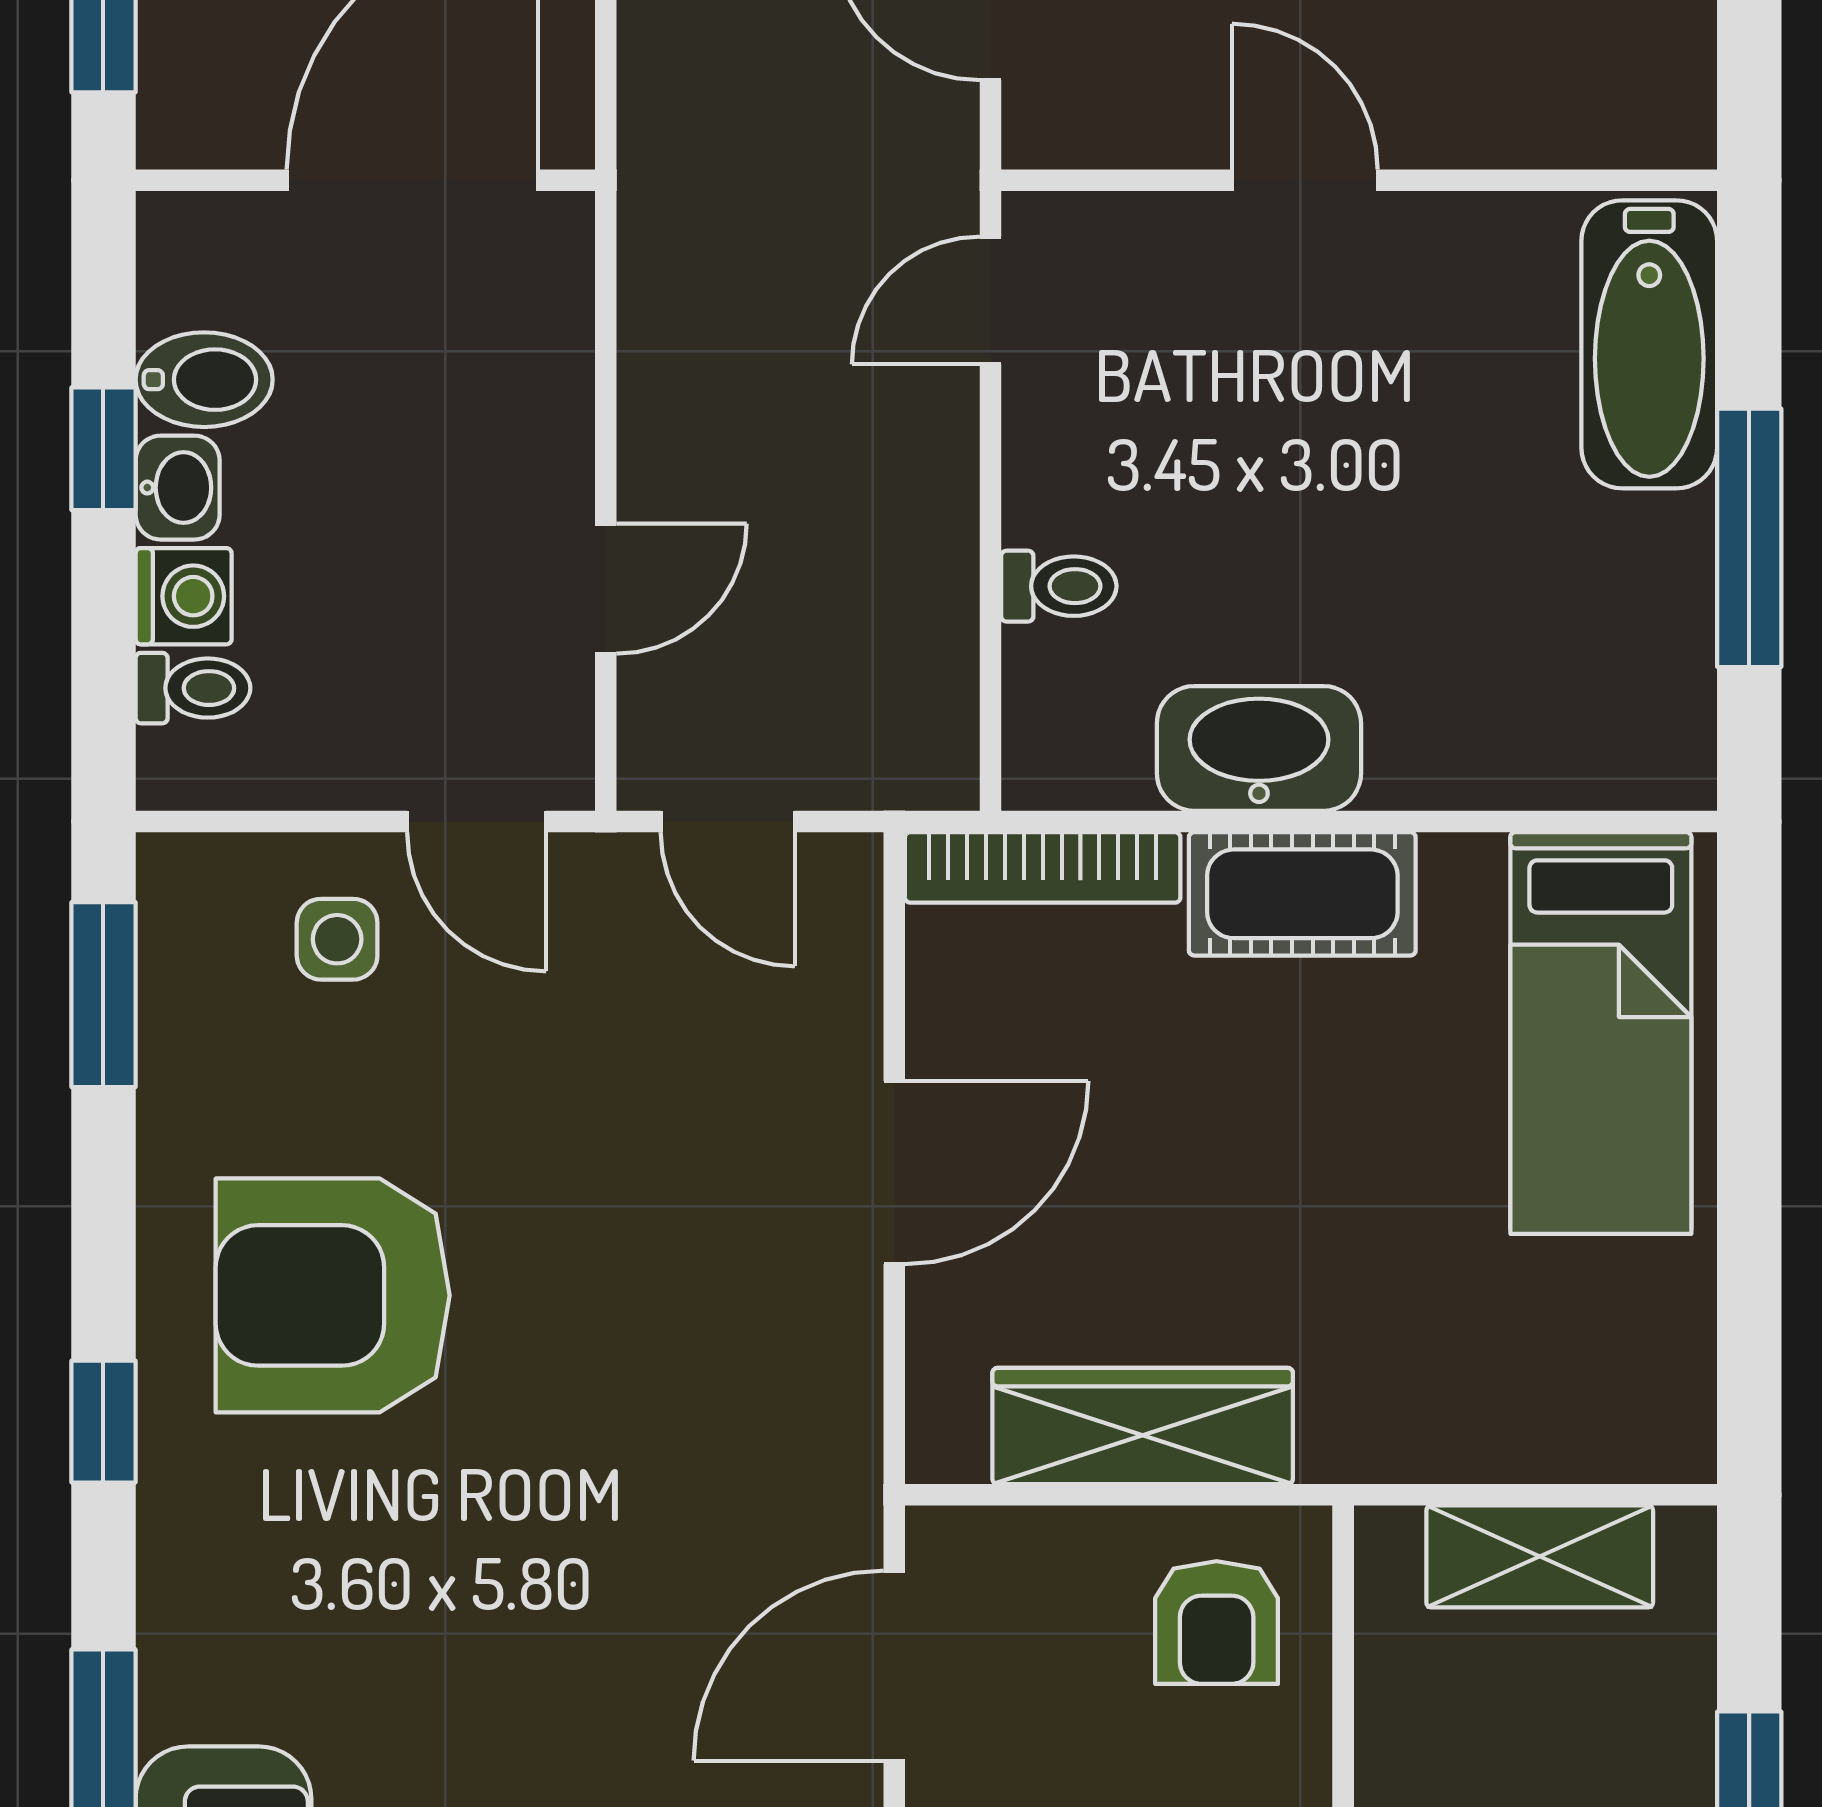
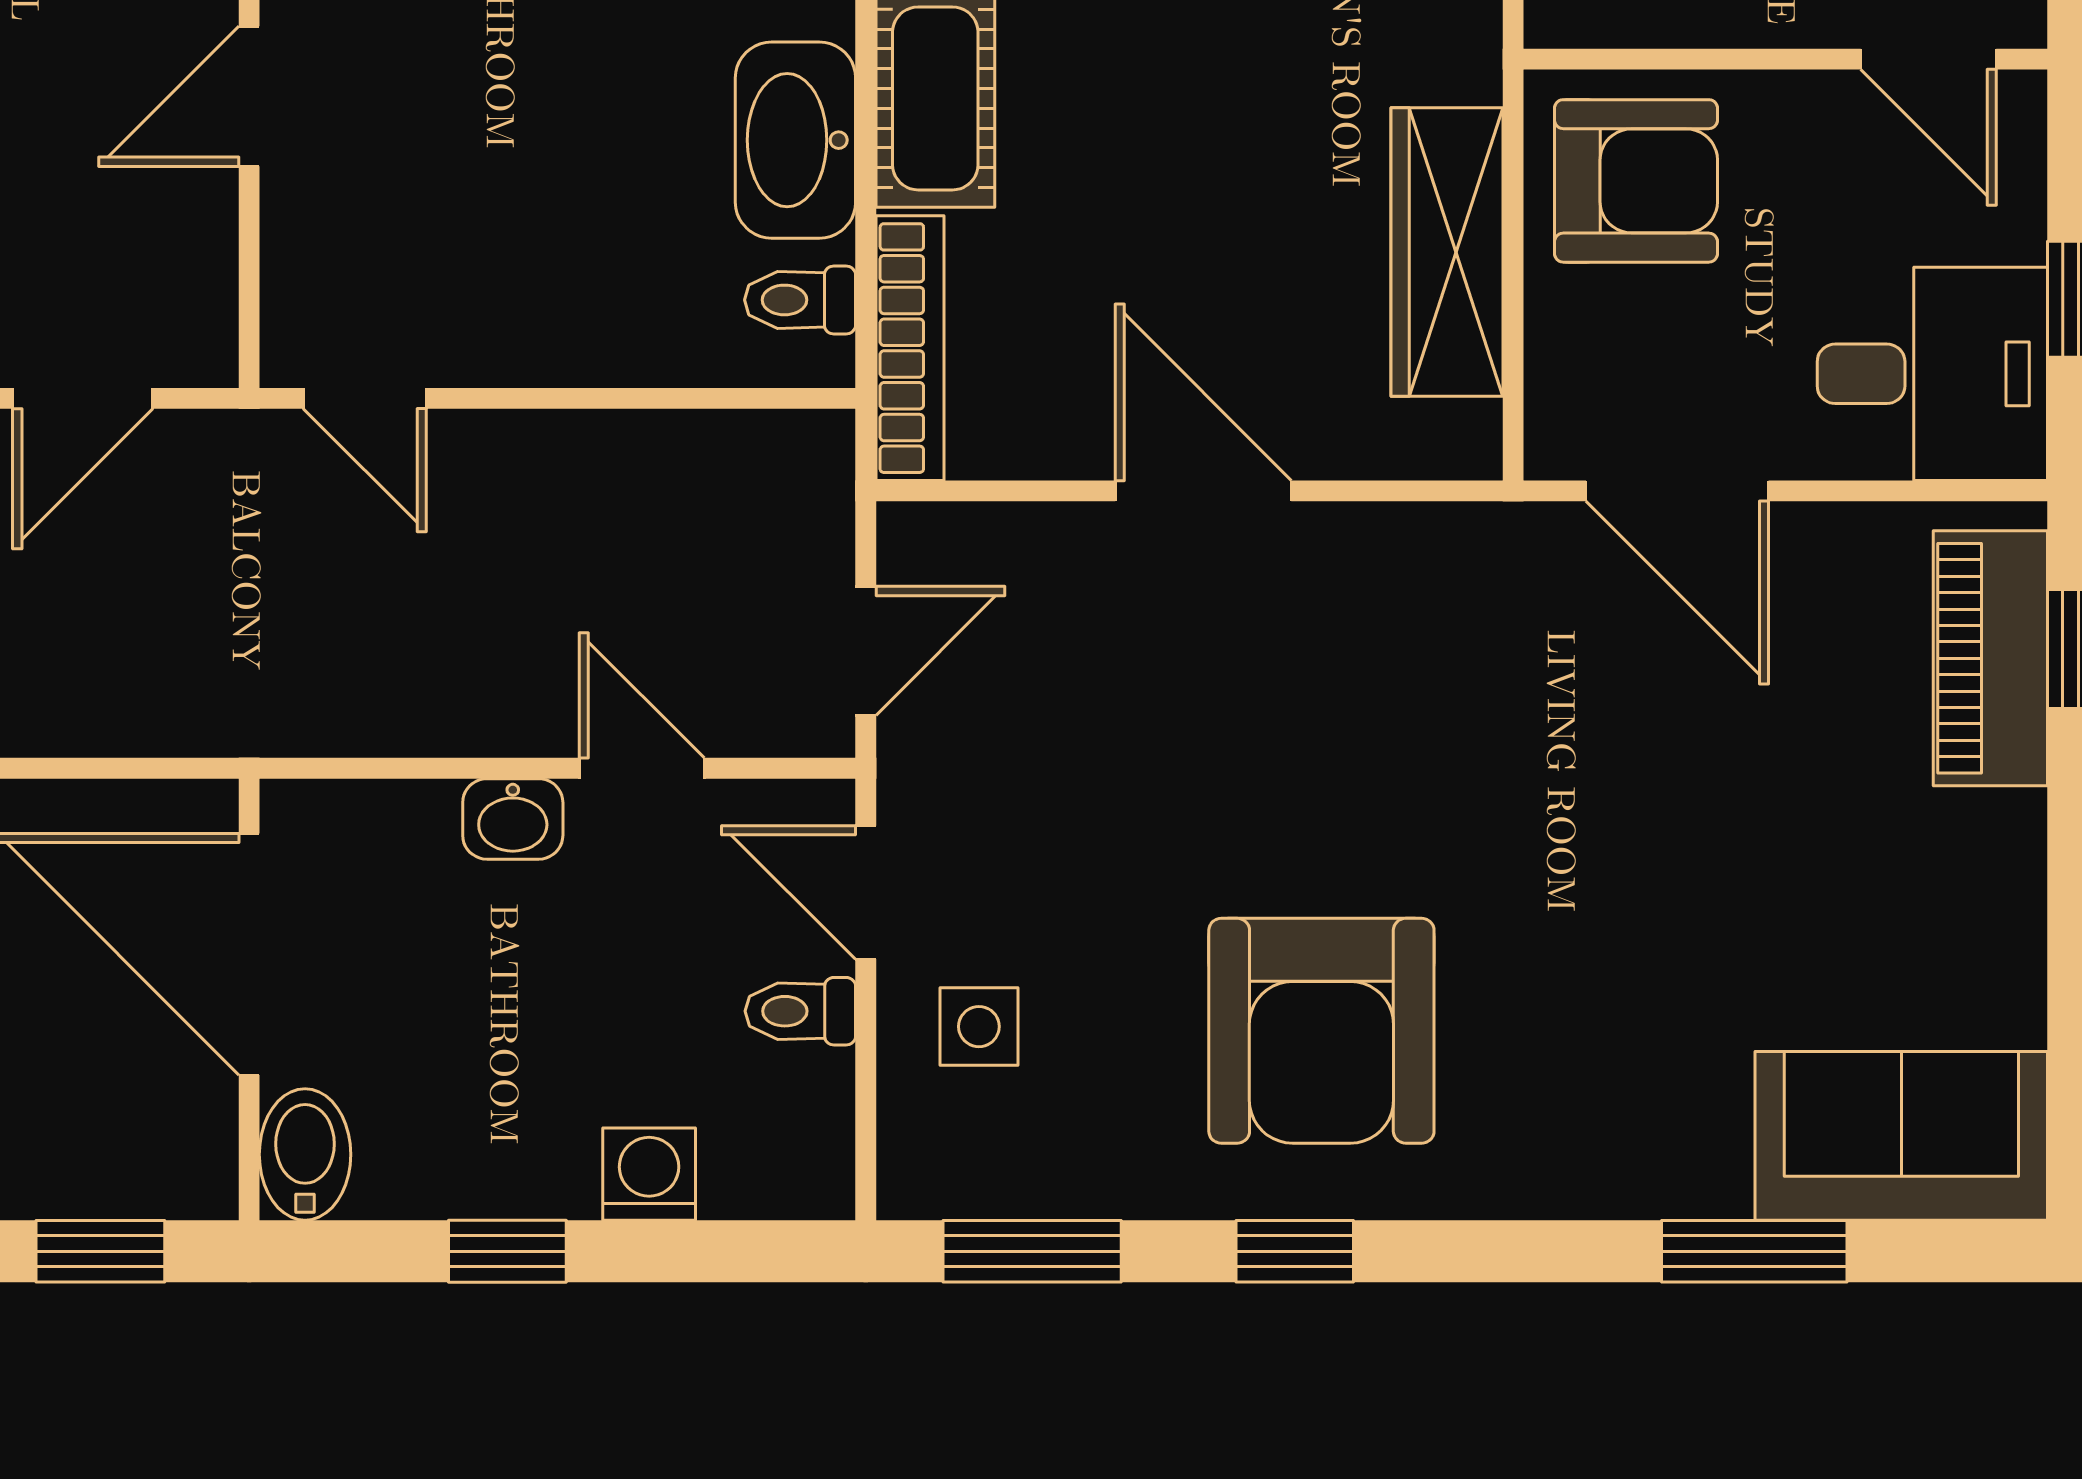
bidet: (204, 380) -> (305, 1154), moved
washbasin: (178, 488) -> (513, 819), moved, turned 180
toilet: (1059, 586) -> (800, 300), moved, turned -90
toilet: (193, 688) -> (800, 1011), moved, turned -90
door: (477, 822) -> (866, 892), swing flipped
window: (103, 1422) -> (1295, 1251), moved
armchair: (1217, 1623) -> (1636, 181), width x1.38, depth x1.38

